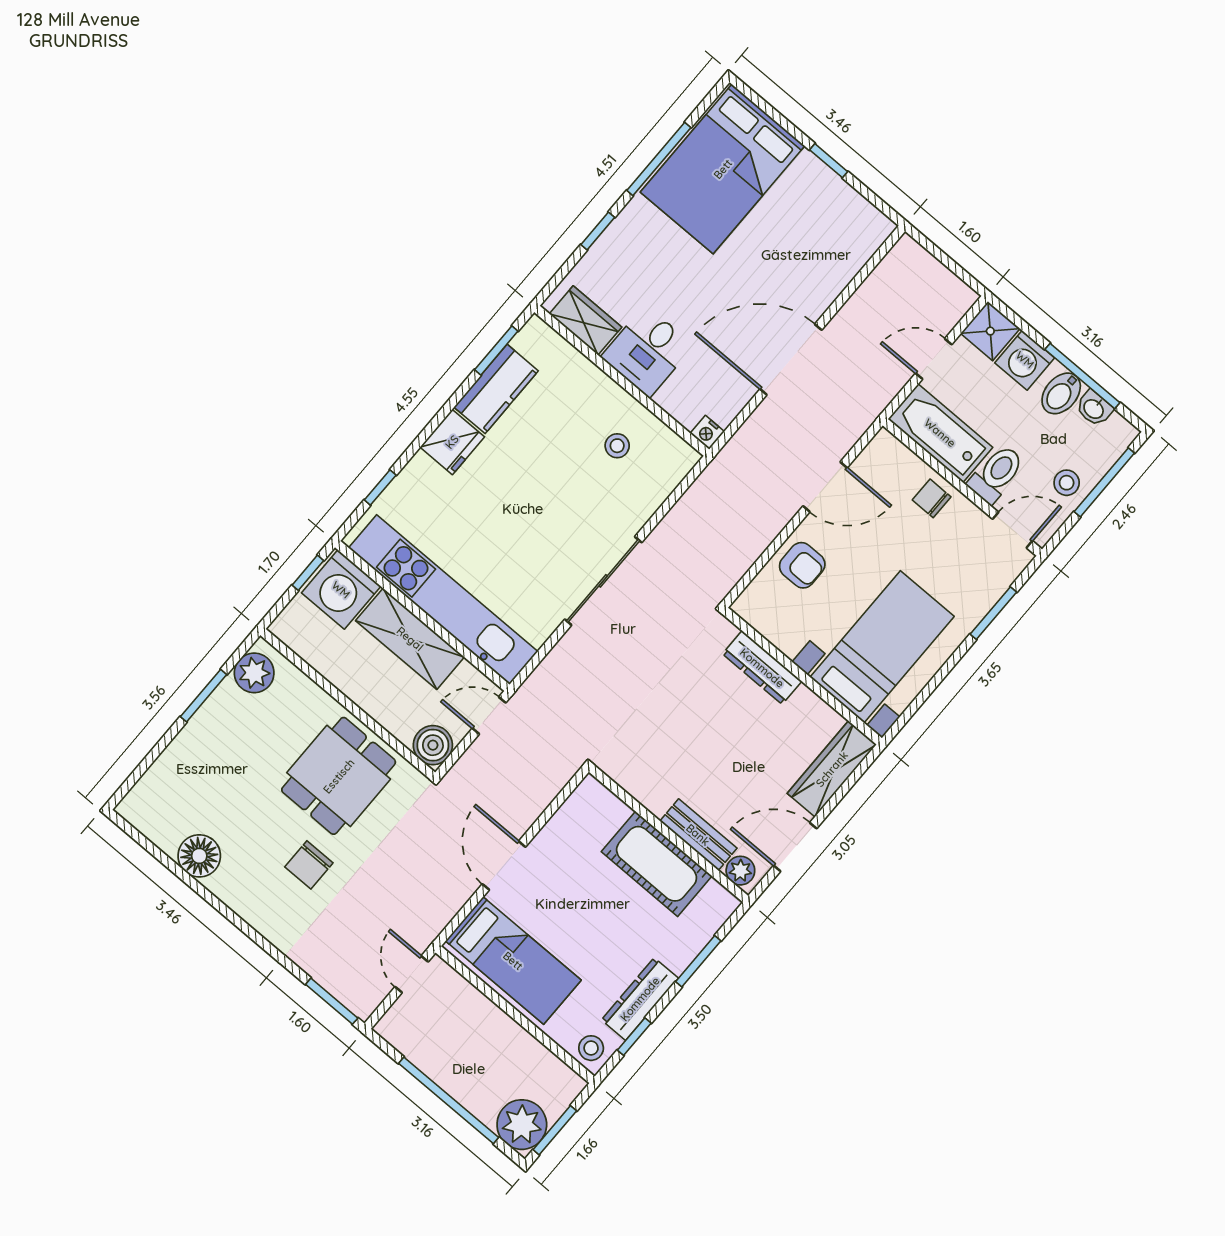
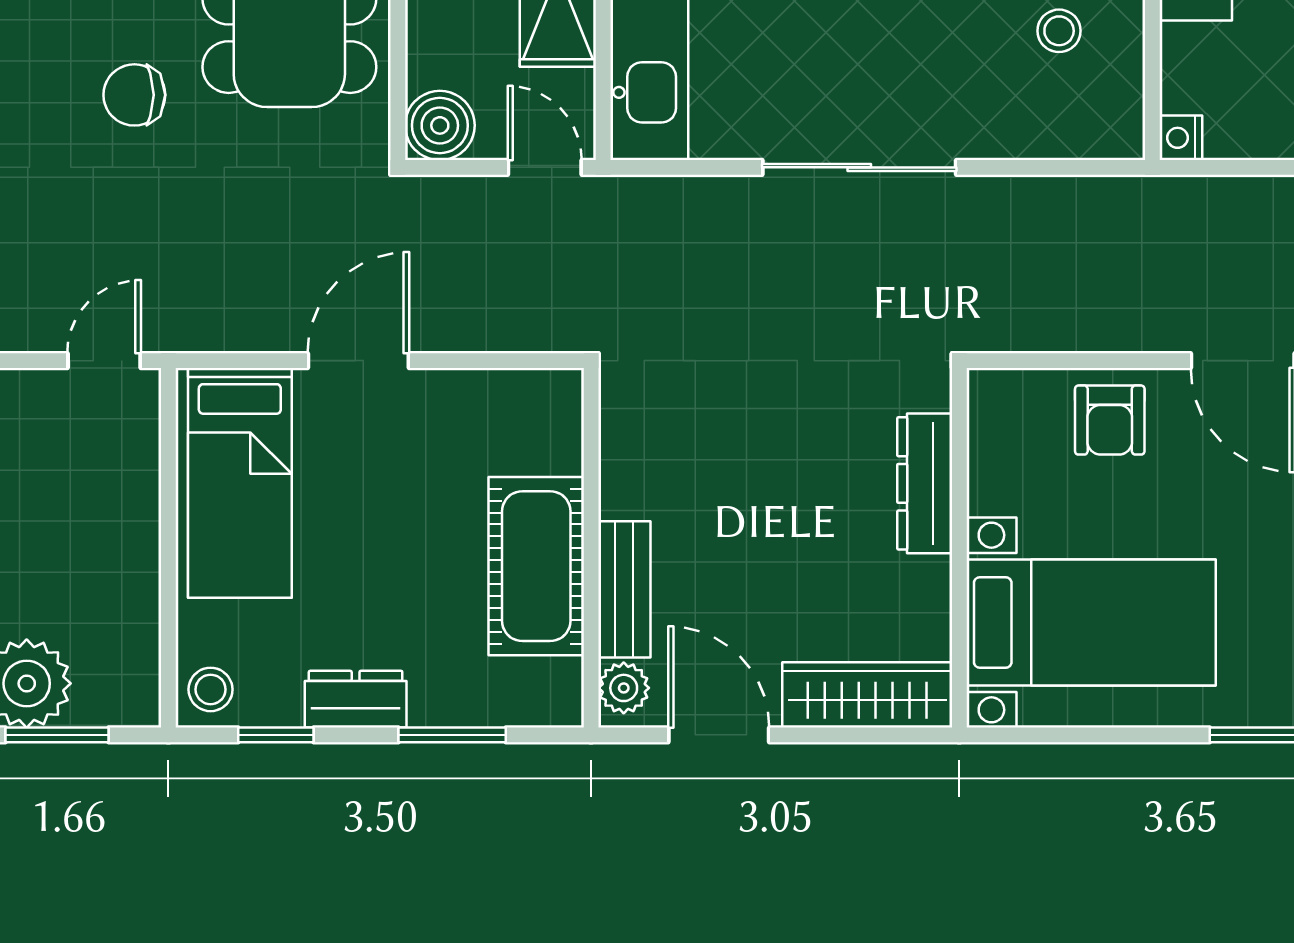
dresser: (640, 999) -> (356, 699), width x0.70

